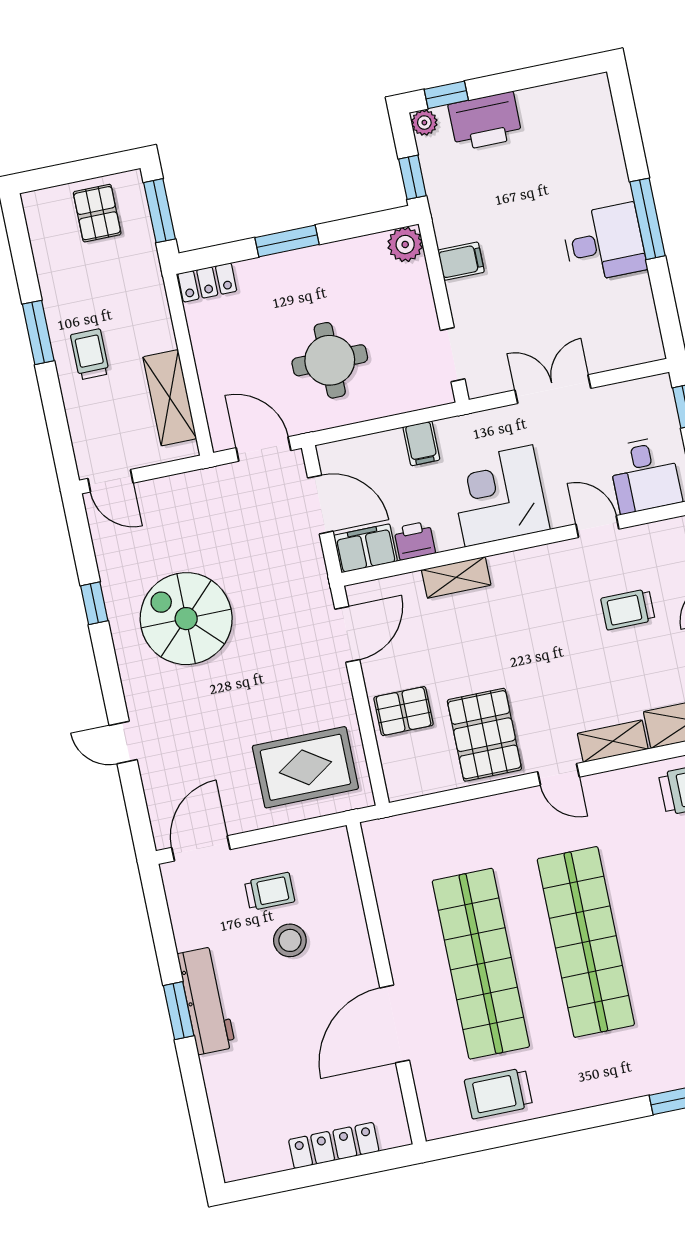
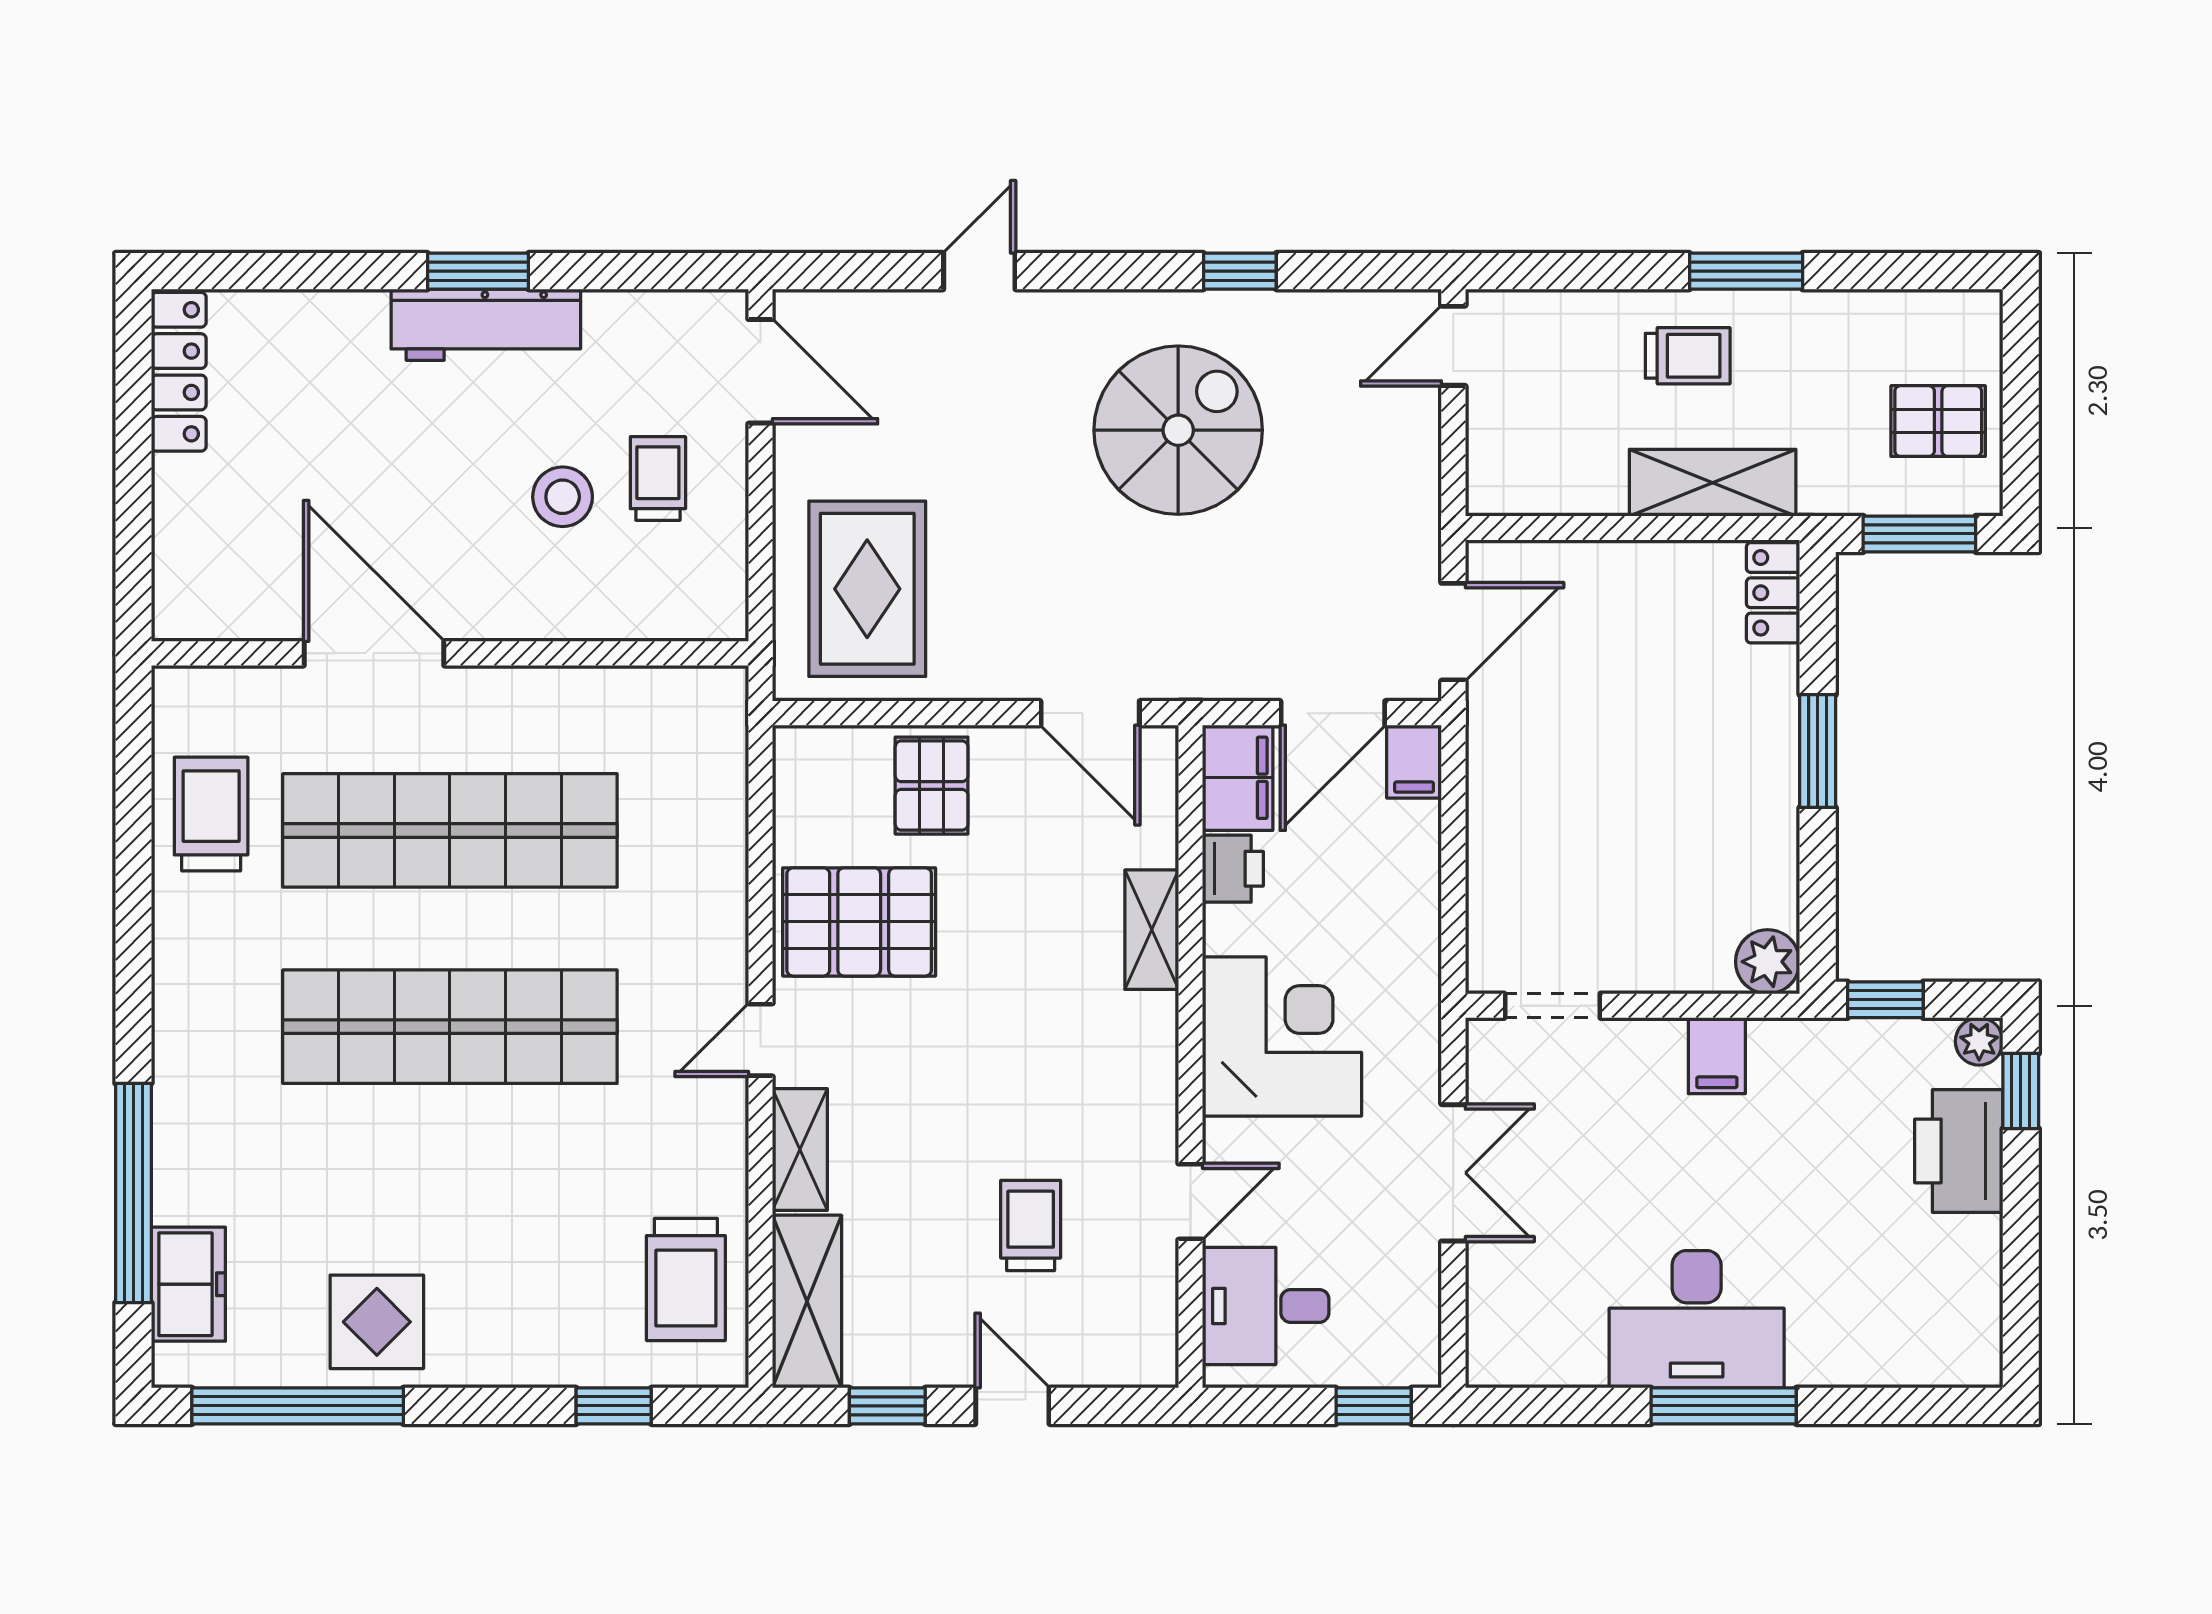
desk: (604, 243) -> (1697, 1319), width x1.37
round table: (330, 360) -> (1588, 784), removed
shelving: (170, 398) -> (1713, 483), moved
filing cabinet: (421, 443) -> (1414, 762), moved, turned -90
trolley: (270, 891) -> (658, 479), turned 180
locker: (334, 1145) -> (179, 372), moved

